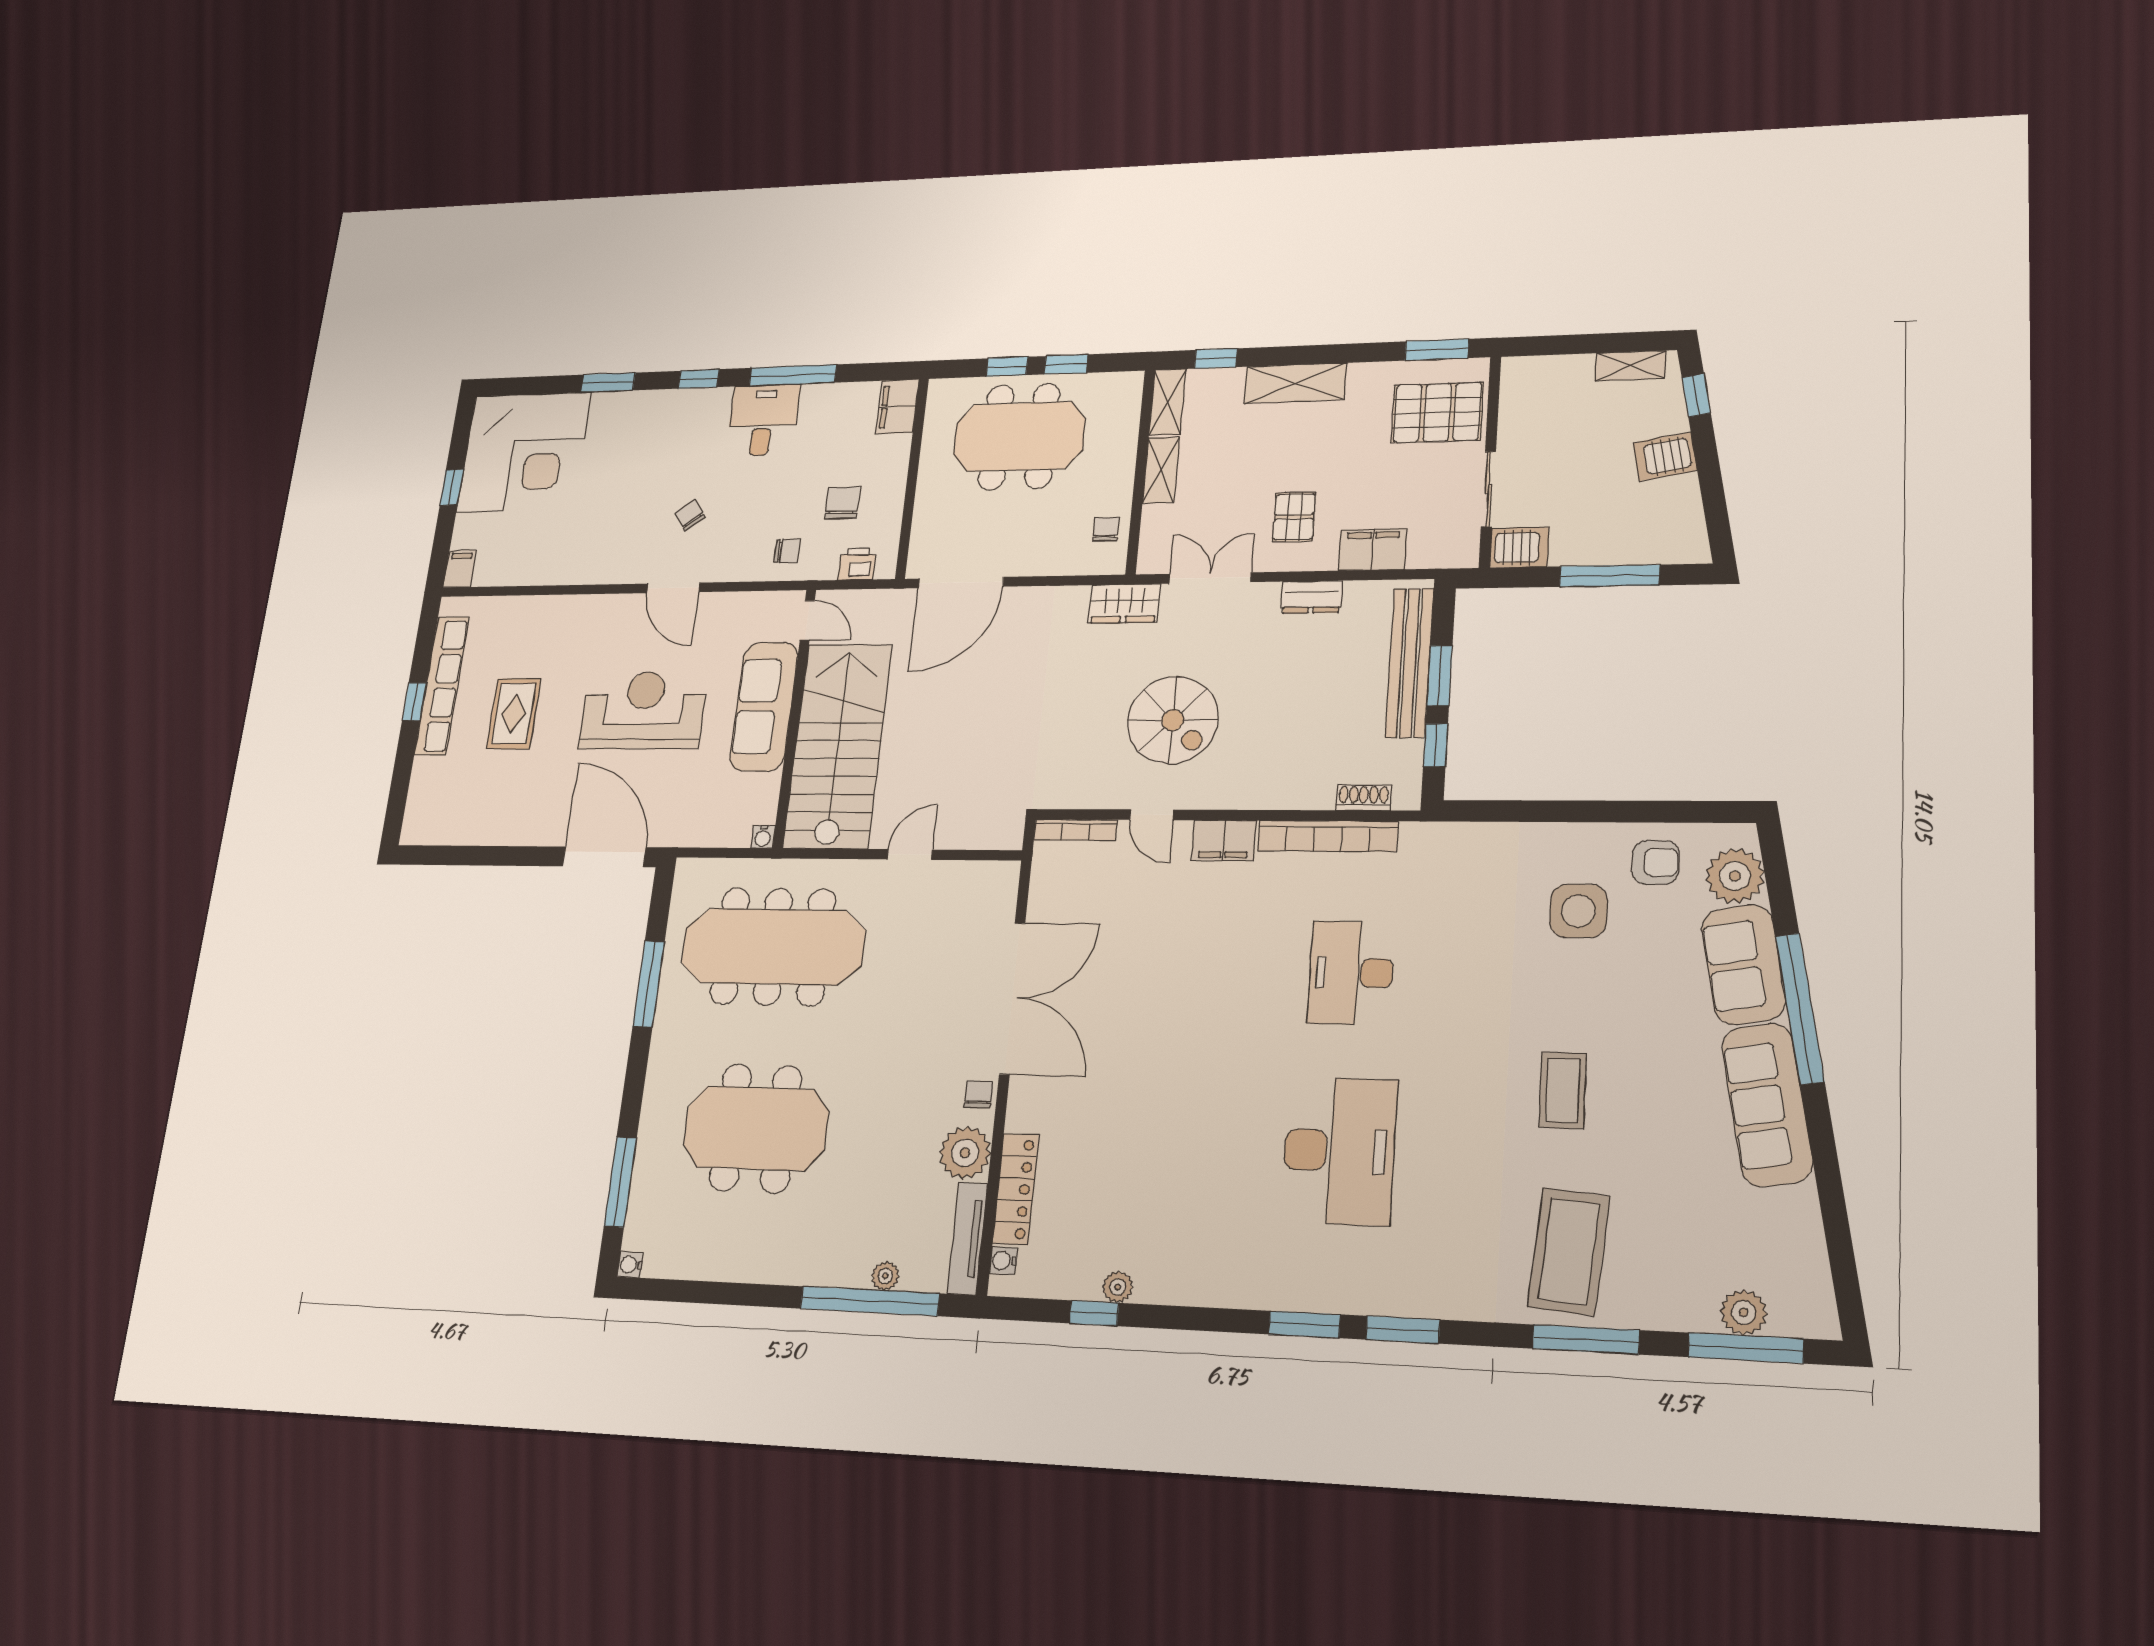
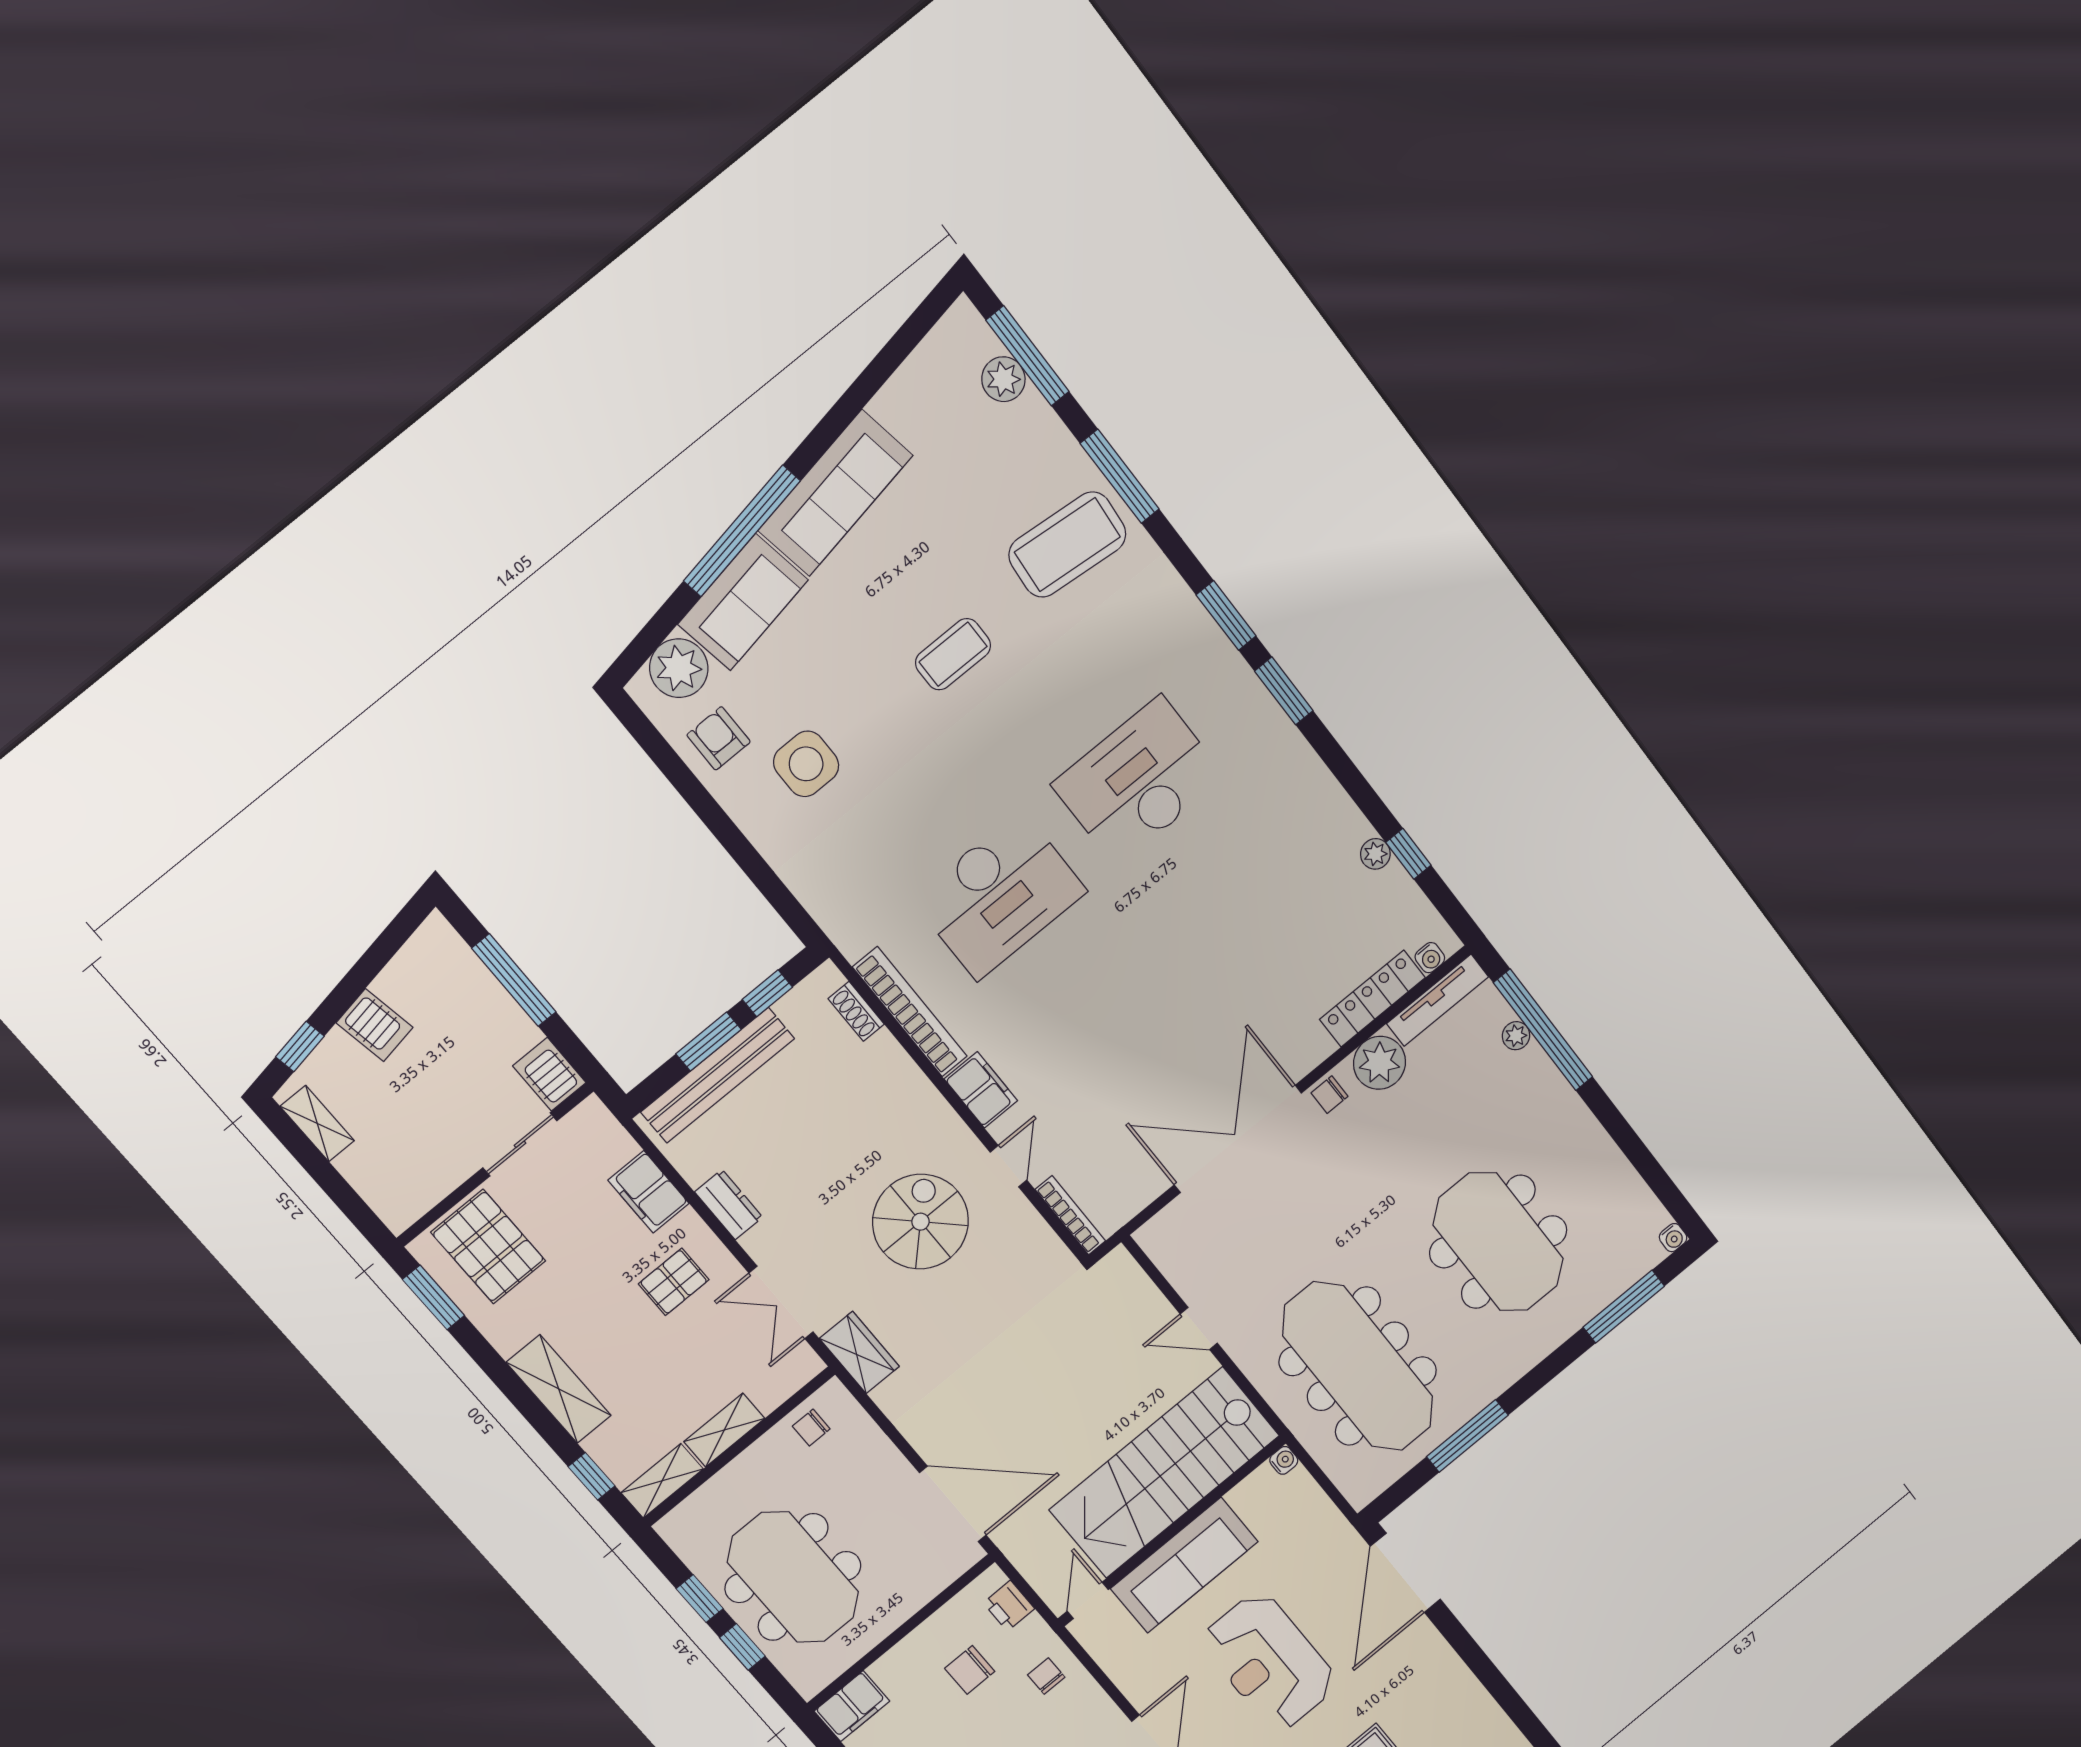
desk: (1351, 973) -> (999, 895), width x1.36, depth x1.30

